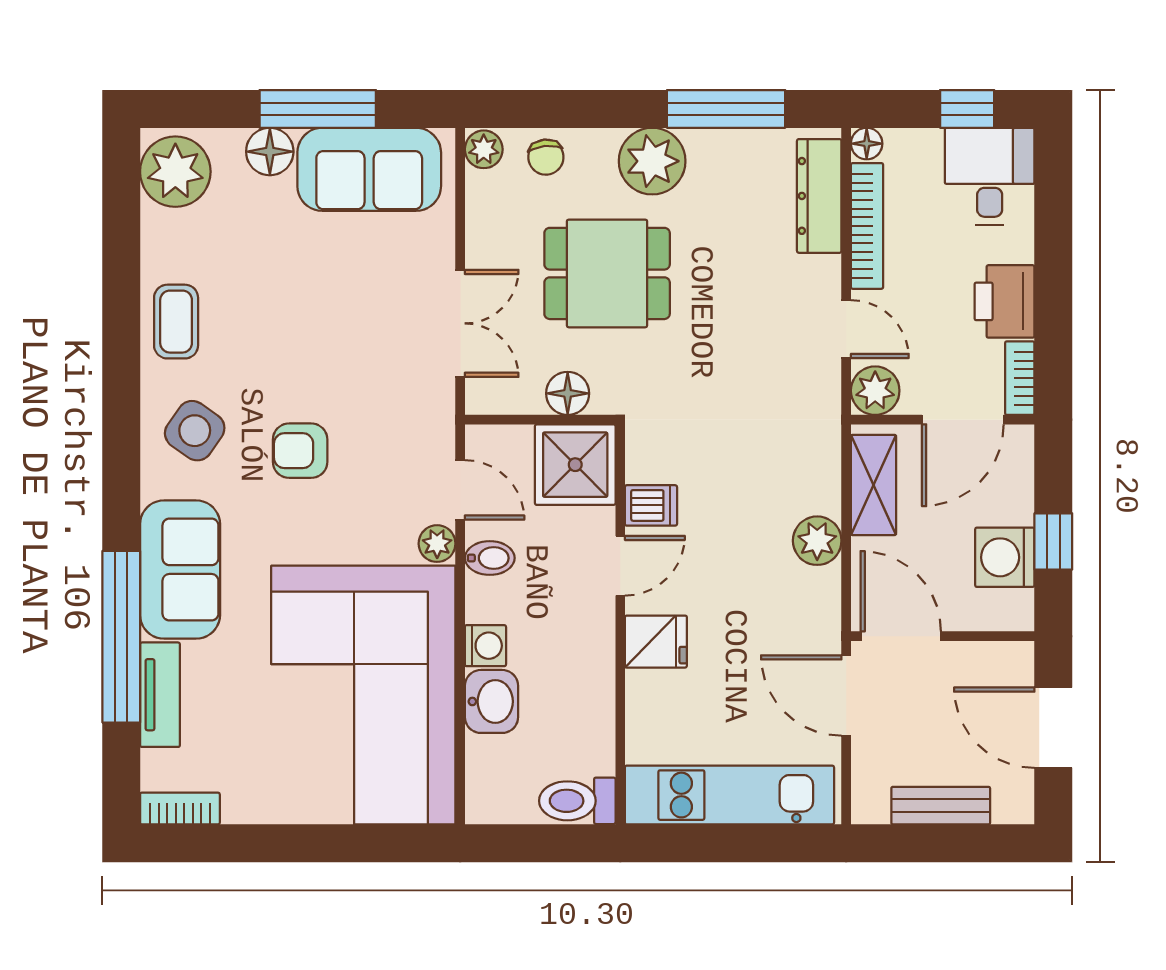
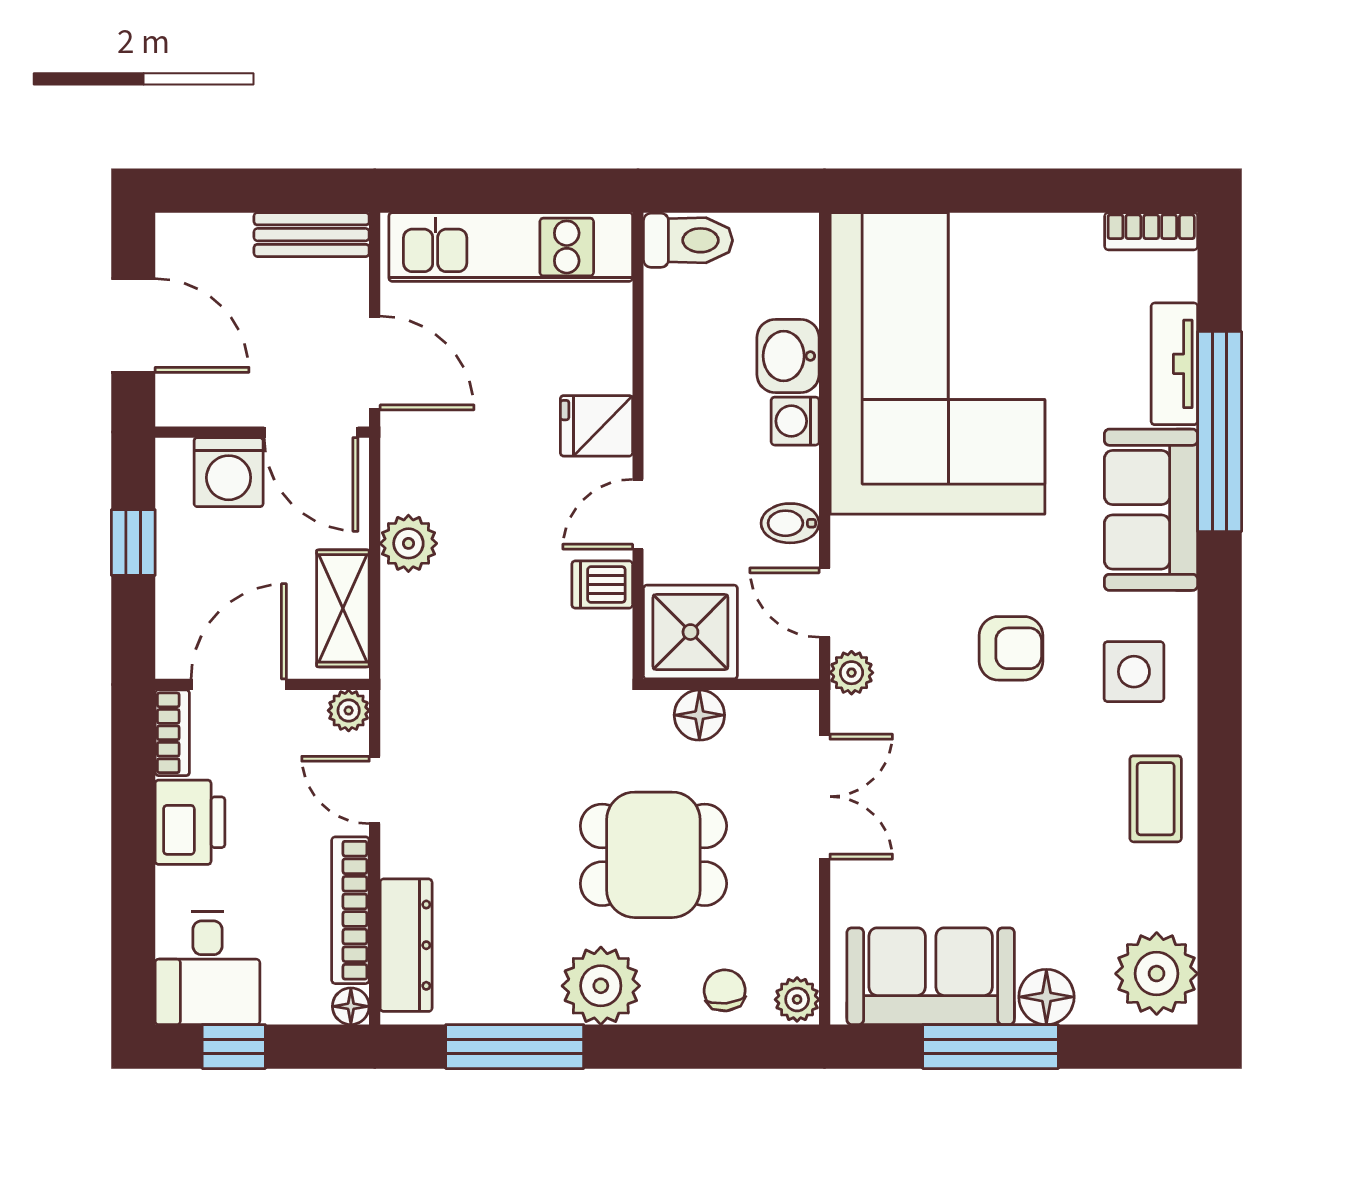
double door: (460, 323) -> (825, 797), swing flipped
plant: (875, 391) -> (349, 711), width x0.73, depth x0.73
side table: (195, 431) -> (1134, 672), turned -35
plant: (437, 544) -> (851, 673), moved
washing machine: (1005, 557) -> (229, 472), moved, turned 90
bench: (941, 806) -> (312, 235), moved

